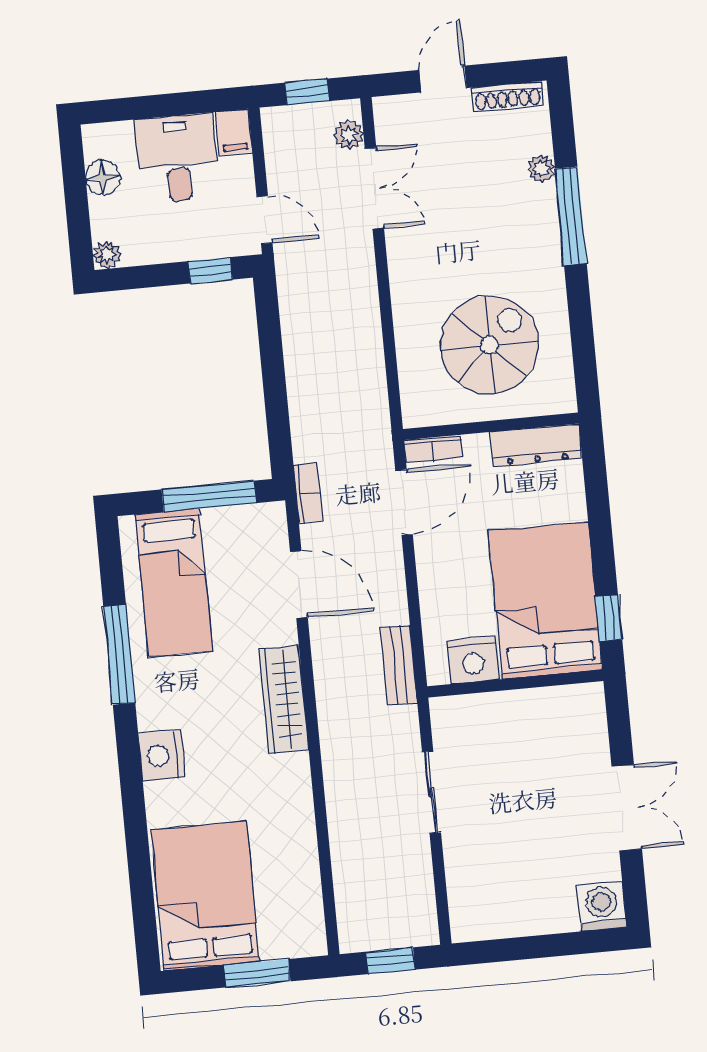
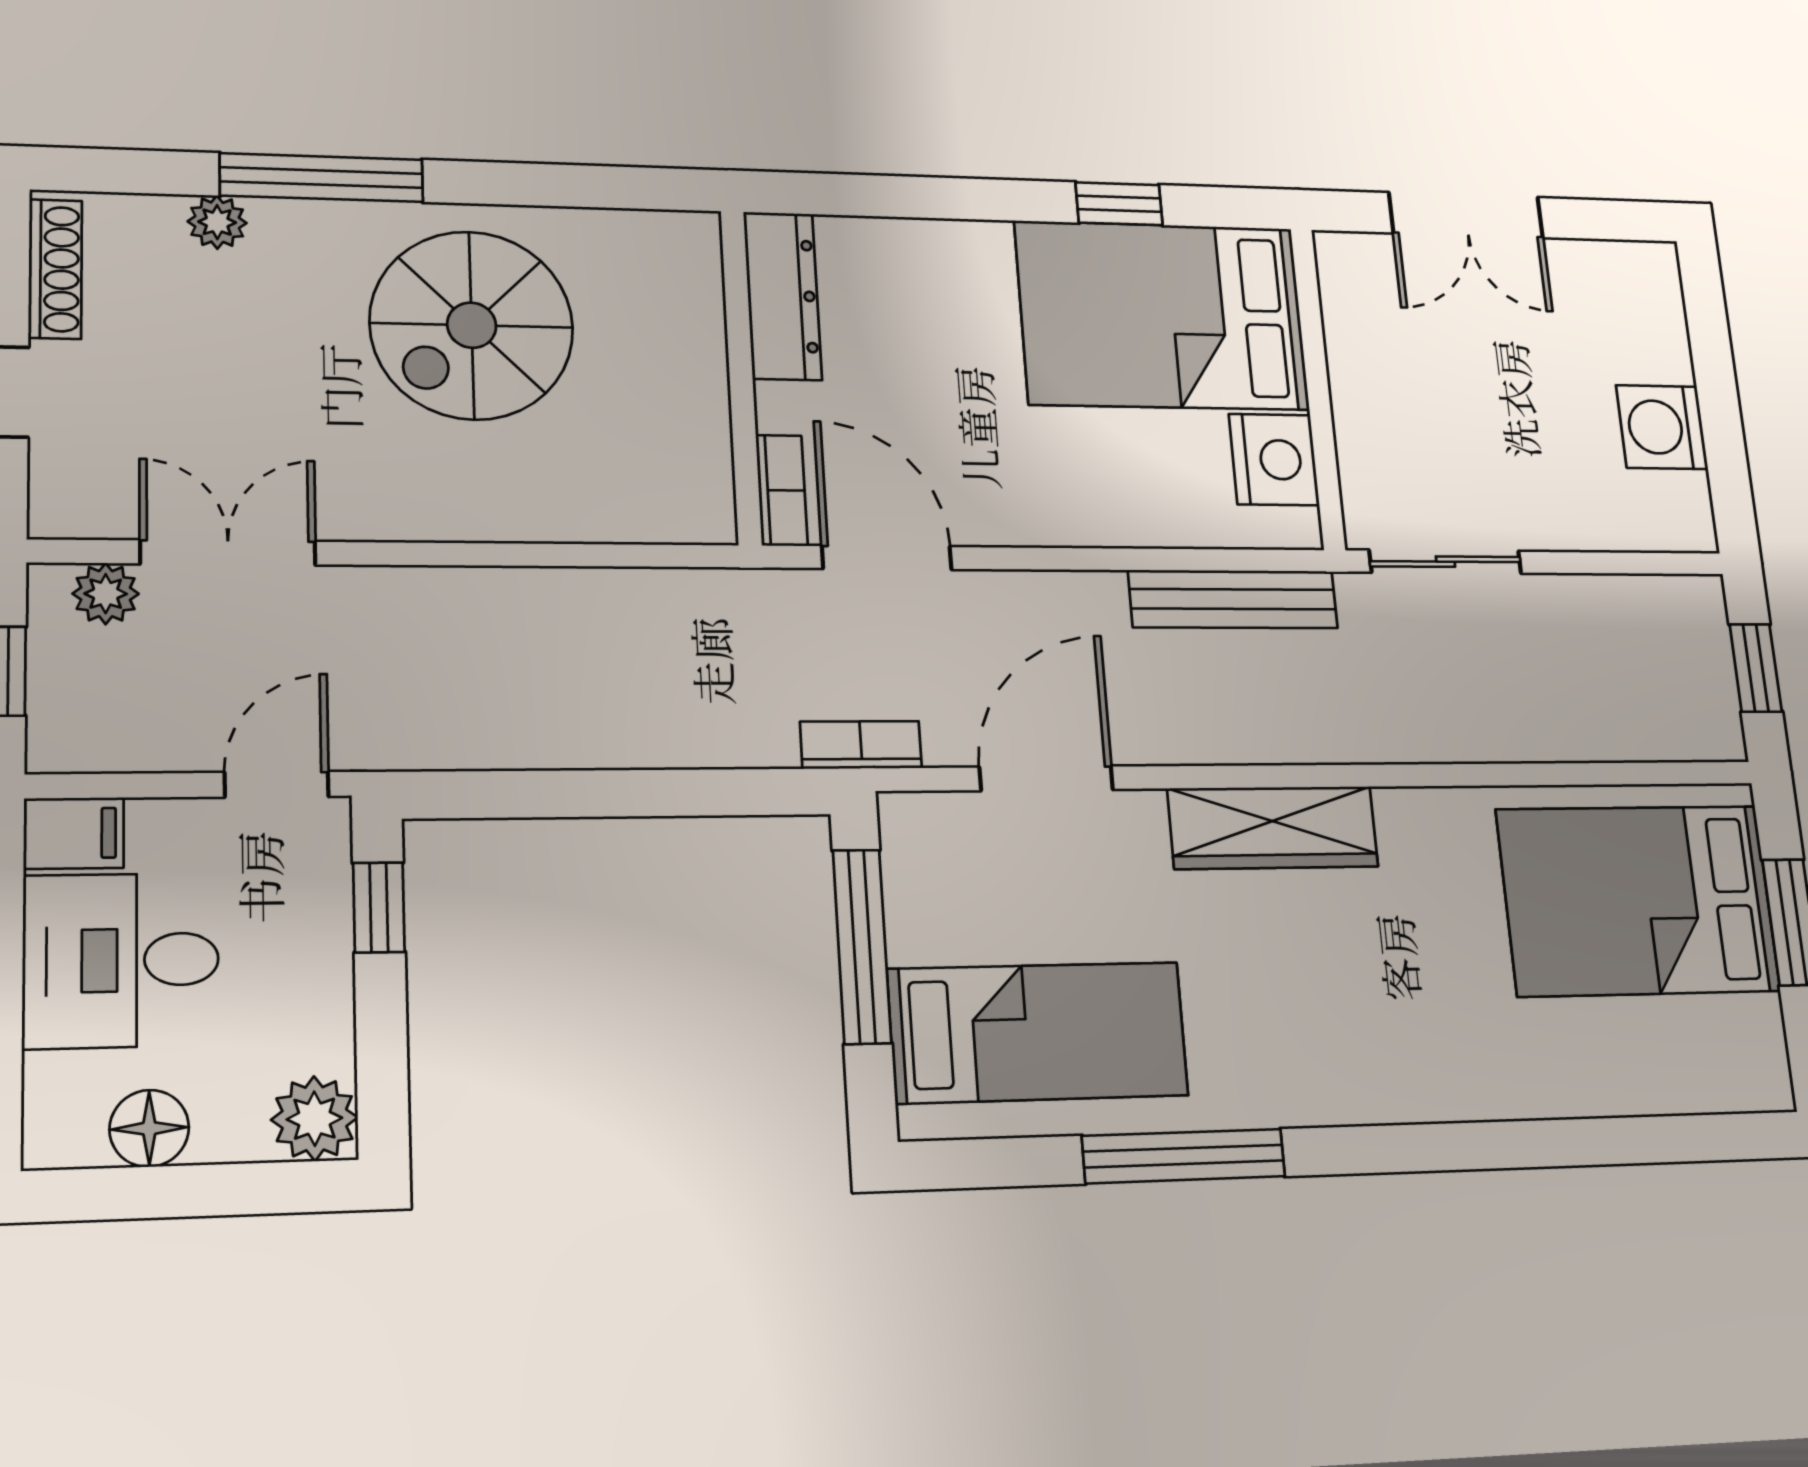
plant: (107, 255) -> (314, 1119), width x1.38, depth x1.38
spiral stairs: (489, 345) -> (472, 325), moved, turned -90
bed: (545, 600) -> (1162, 315), moved
nightstand: (473, 660) -> (1274, 460), moved
bench: (399, 665) -> (1233, 599), width x1.36
wall: (515, 684) -> (1318, 388), moved
nightstand: (162, 755) -> (1385, 1081), removed
double door: (627, 808) -> (1466, 215), swing flipped
bed: (205, 896) -> (1638, 900), moved
washing machine: (602, 906) -> (1662, 427), moved

